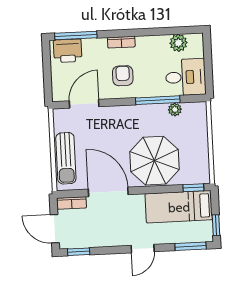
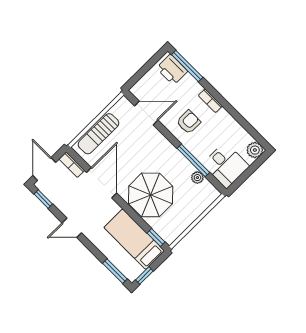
plant: (178, 43) -> (255, 150), moved
door: (143, 249) -> (72, 228), moved

